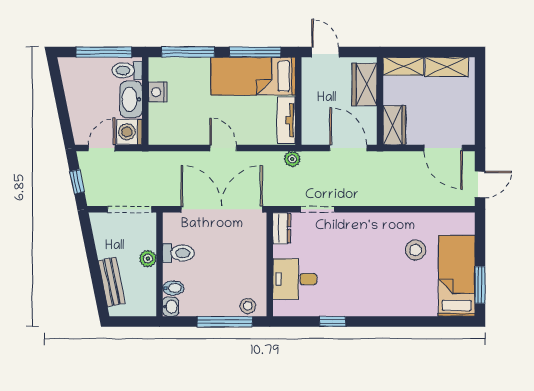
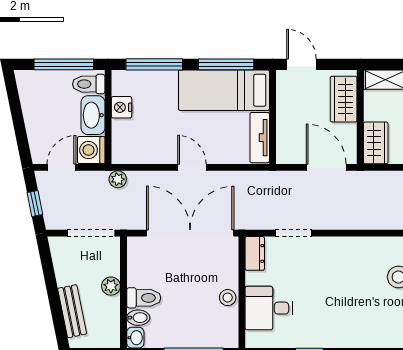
plant: (292, 159) -> (118, 179), moved
toilet: (178, 253) -> (144, 298), moved
stool: (248, 306) -> (228, 298), moved

